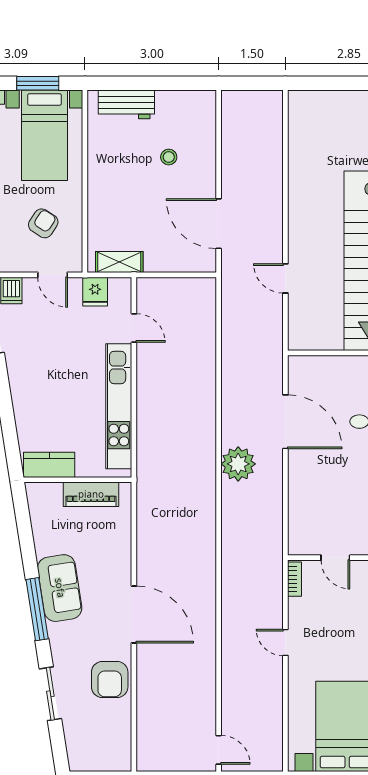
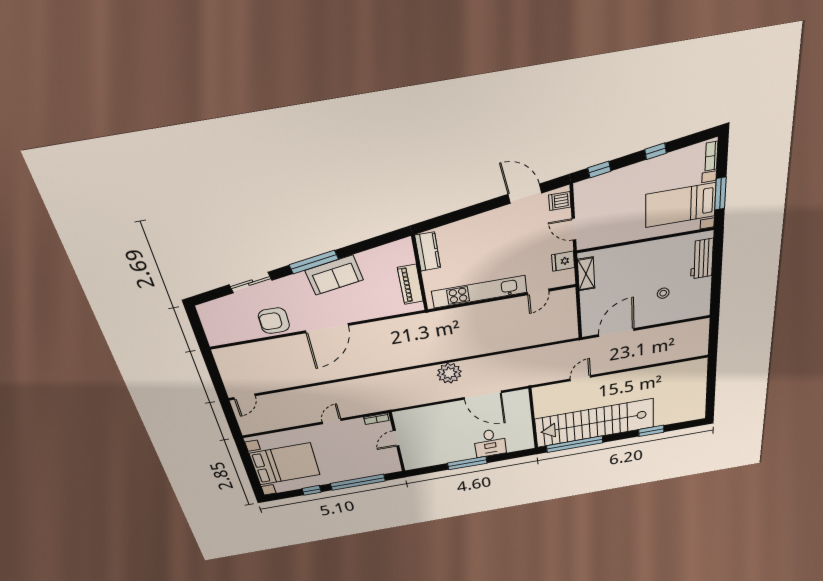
armchair: (43, 223) -> (613, 216), removed
door: (53, 275) -> (574, 229), hinge flipped
door: (285, 422) -> (483, 395), hinge flipped

